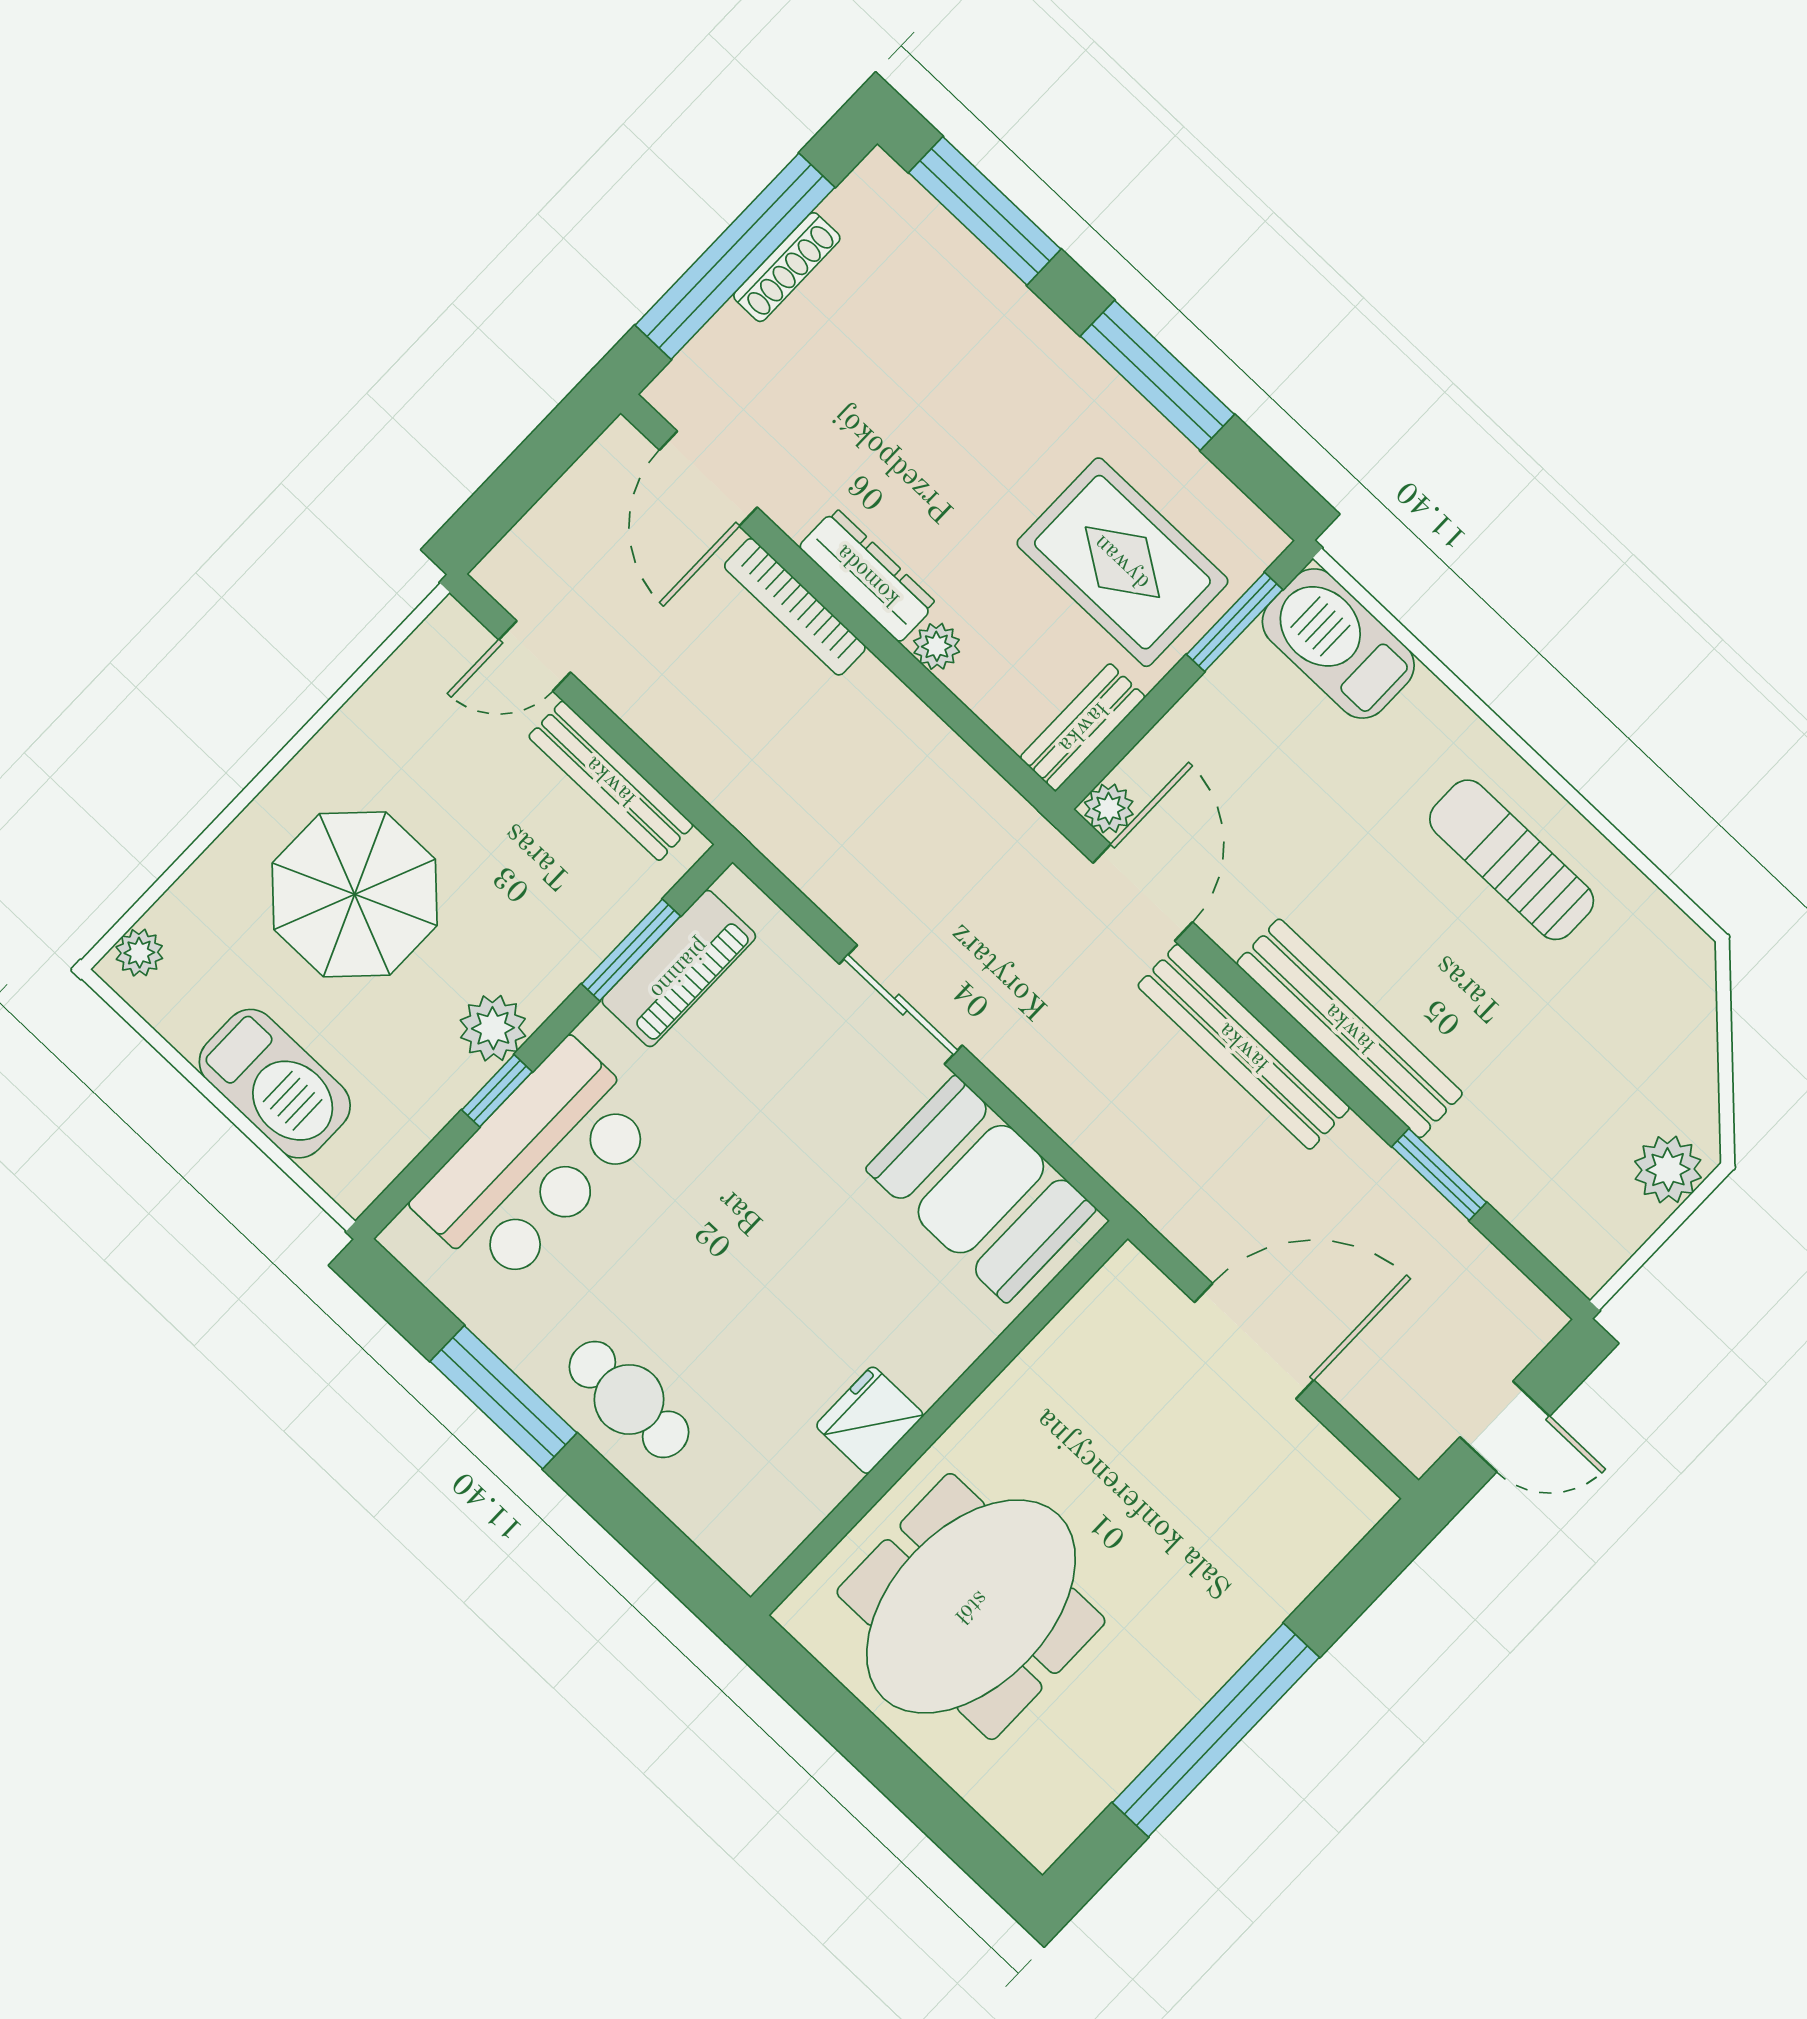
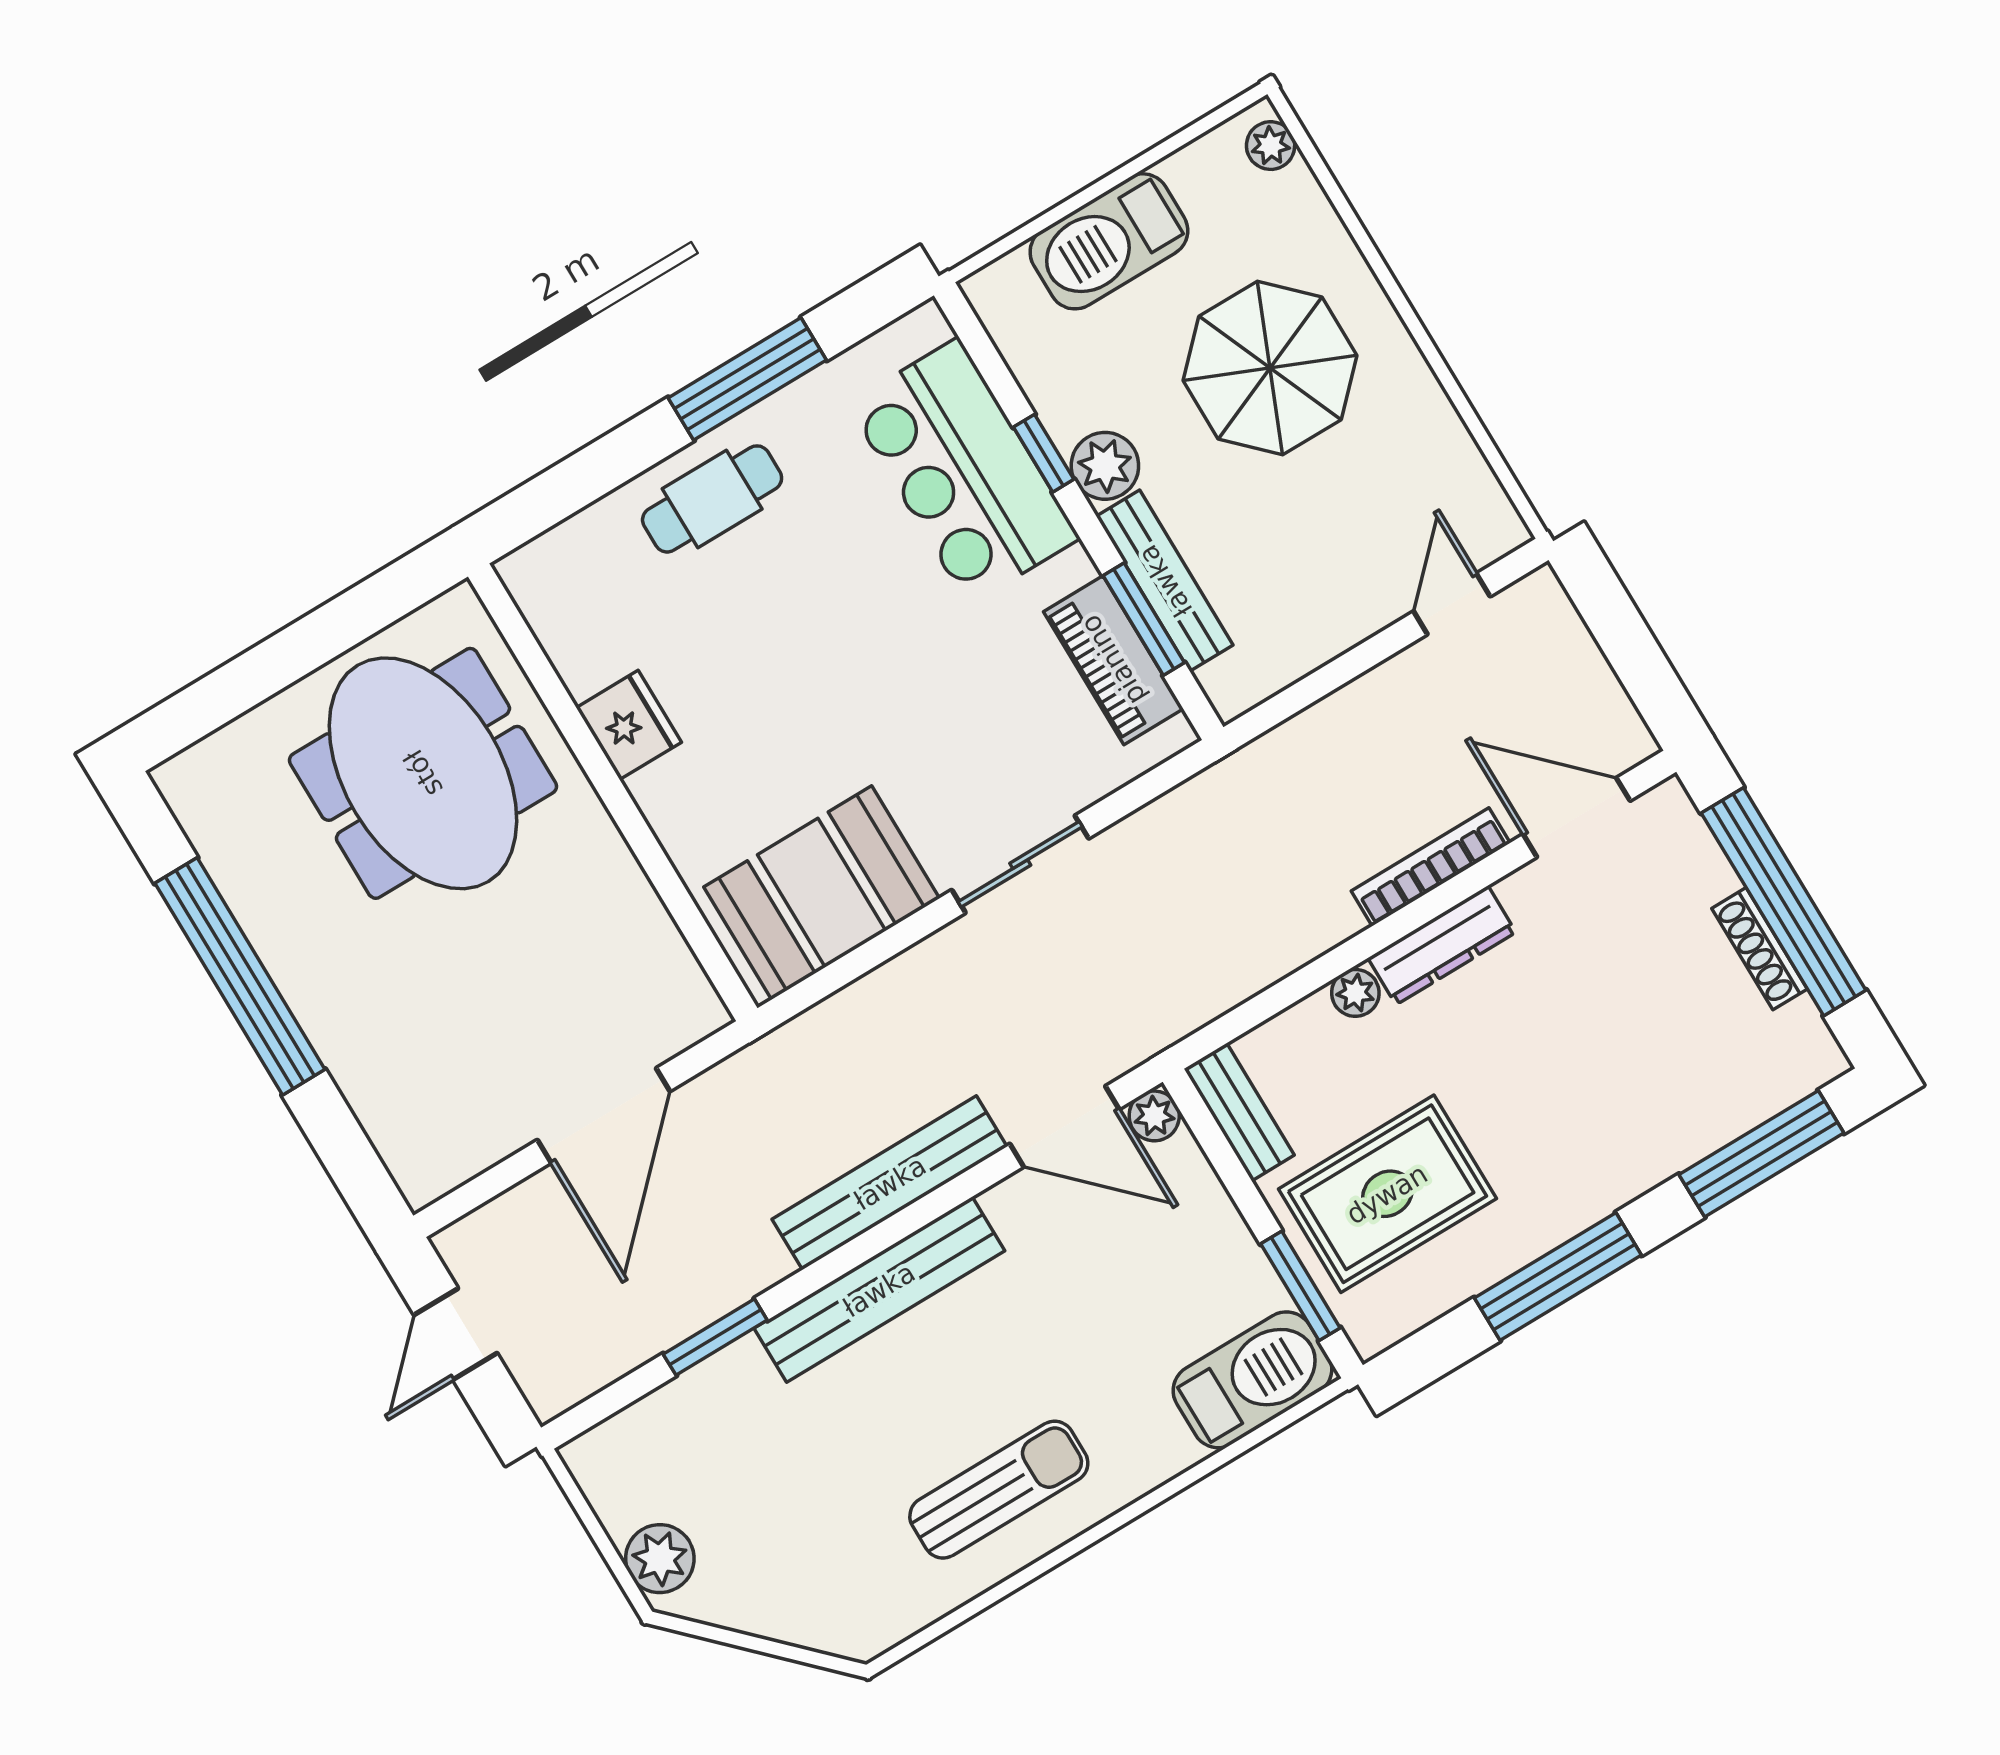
bench: (611, 781) -> (1165, 581), moved, turned 90

